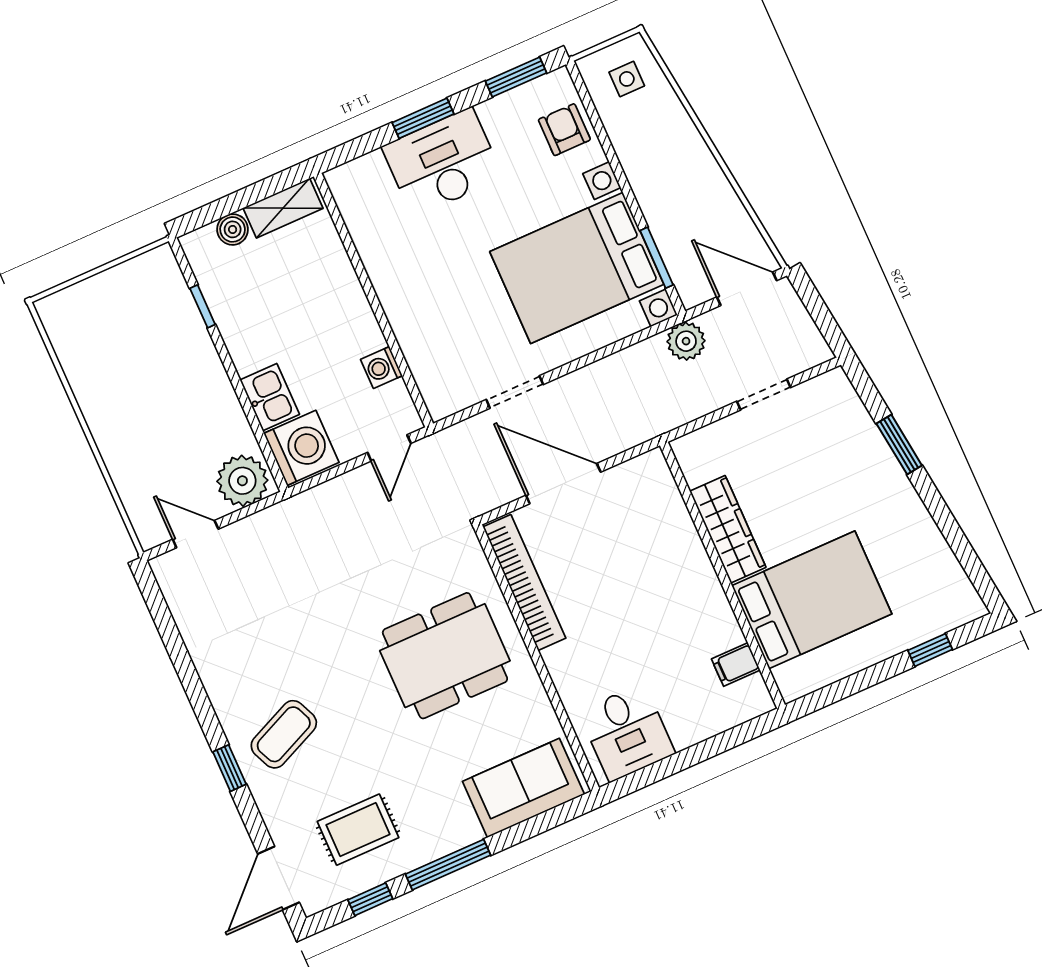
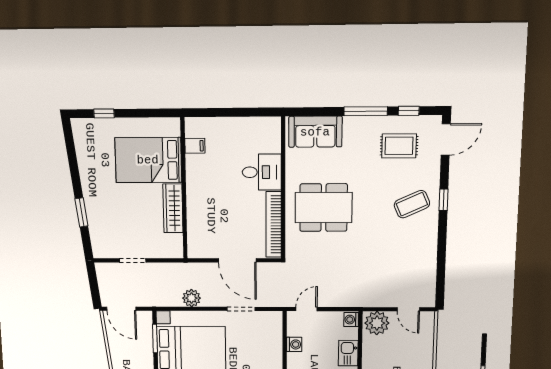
plant: (686, 341) -> (191, 298), moved
washing machine: (301, 448) -> (351, 320), width x0.53, depth x0.53
desk: (627, 732) -> (262, 172), moved, turned 90

